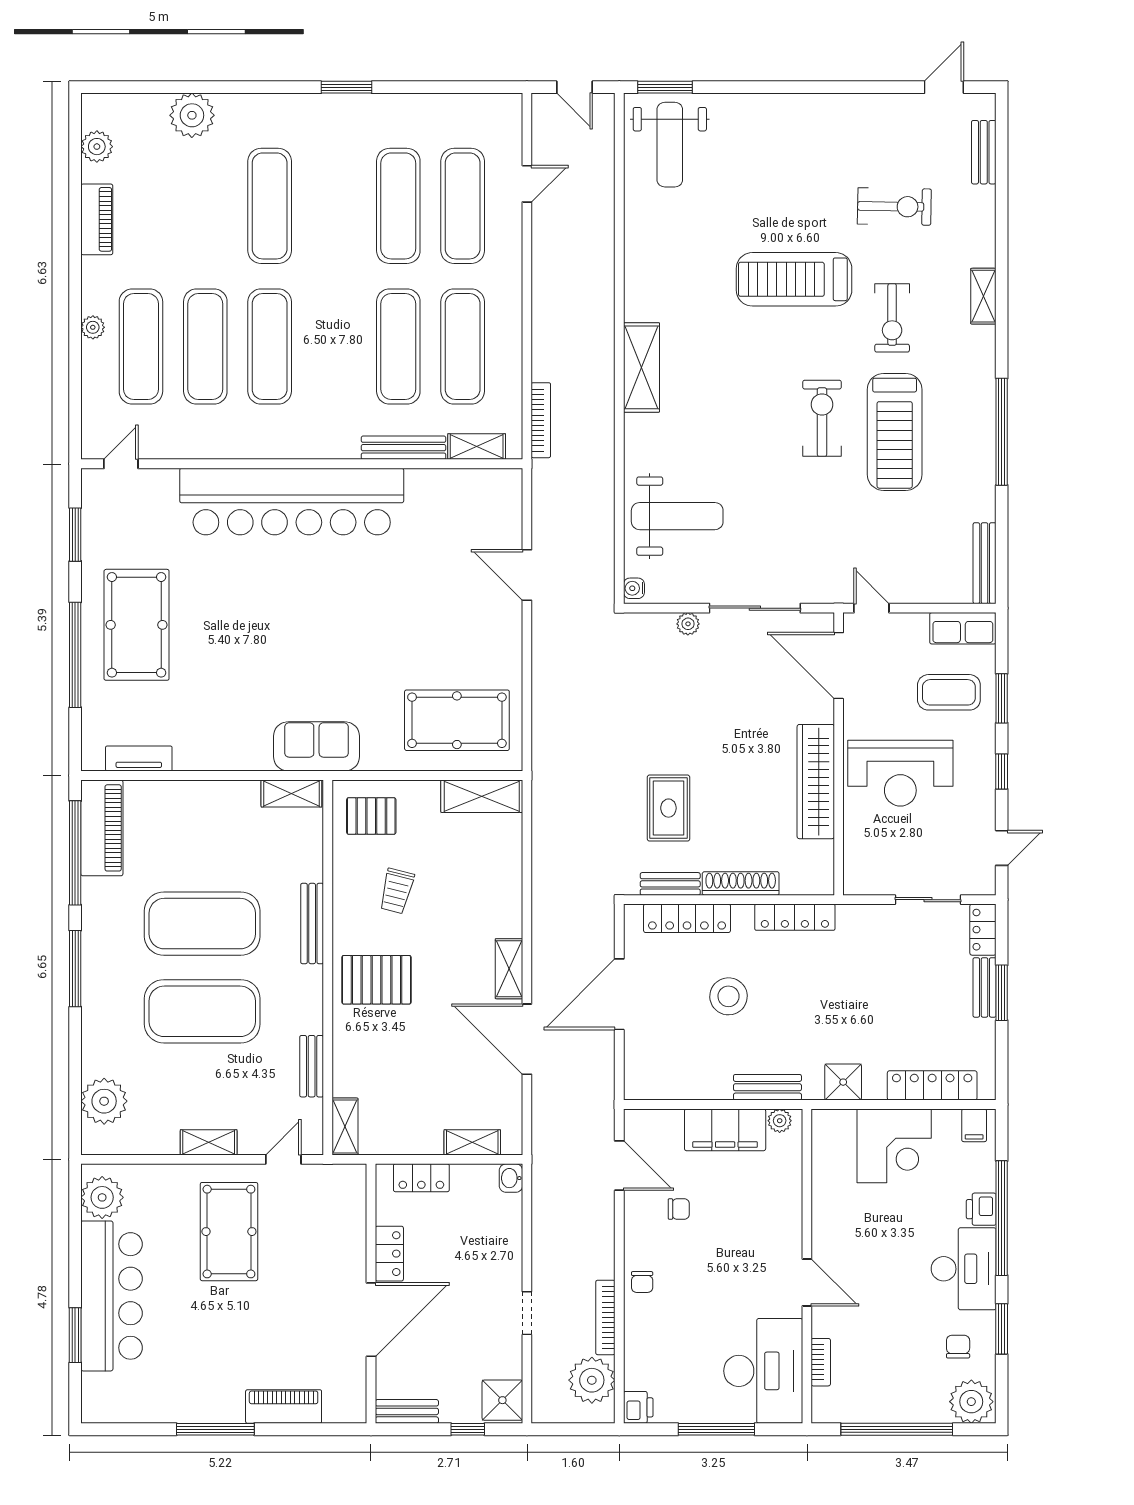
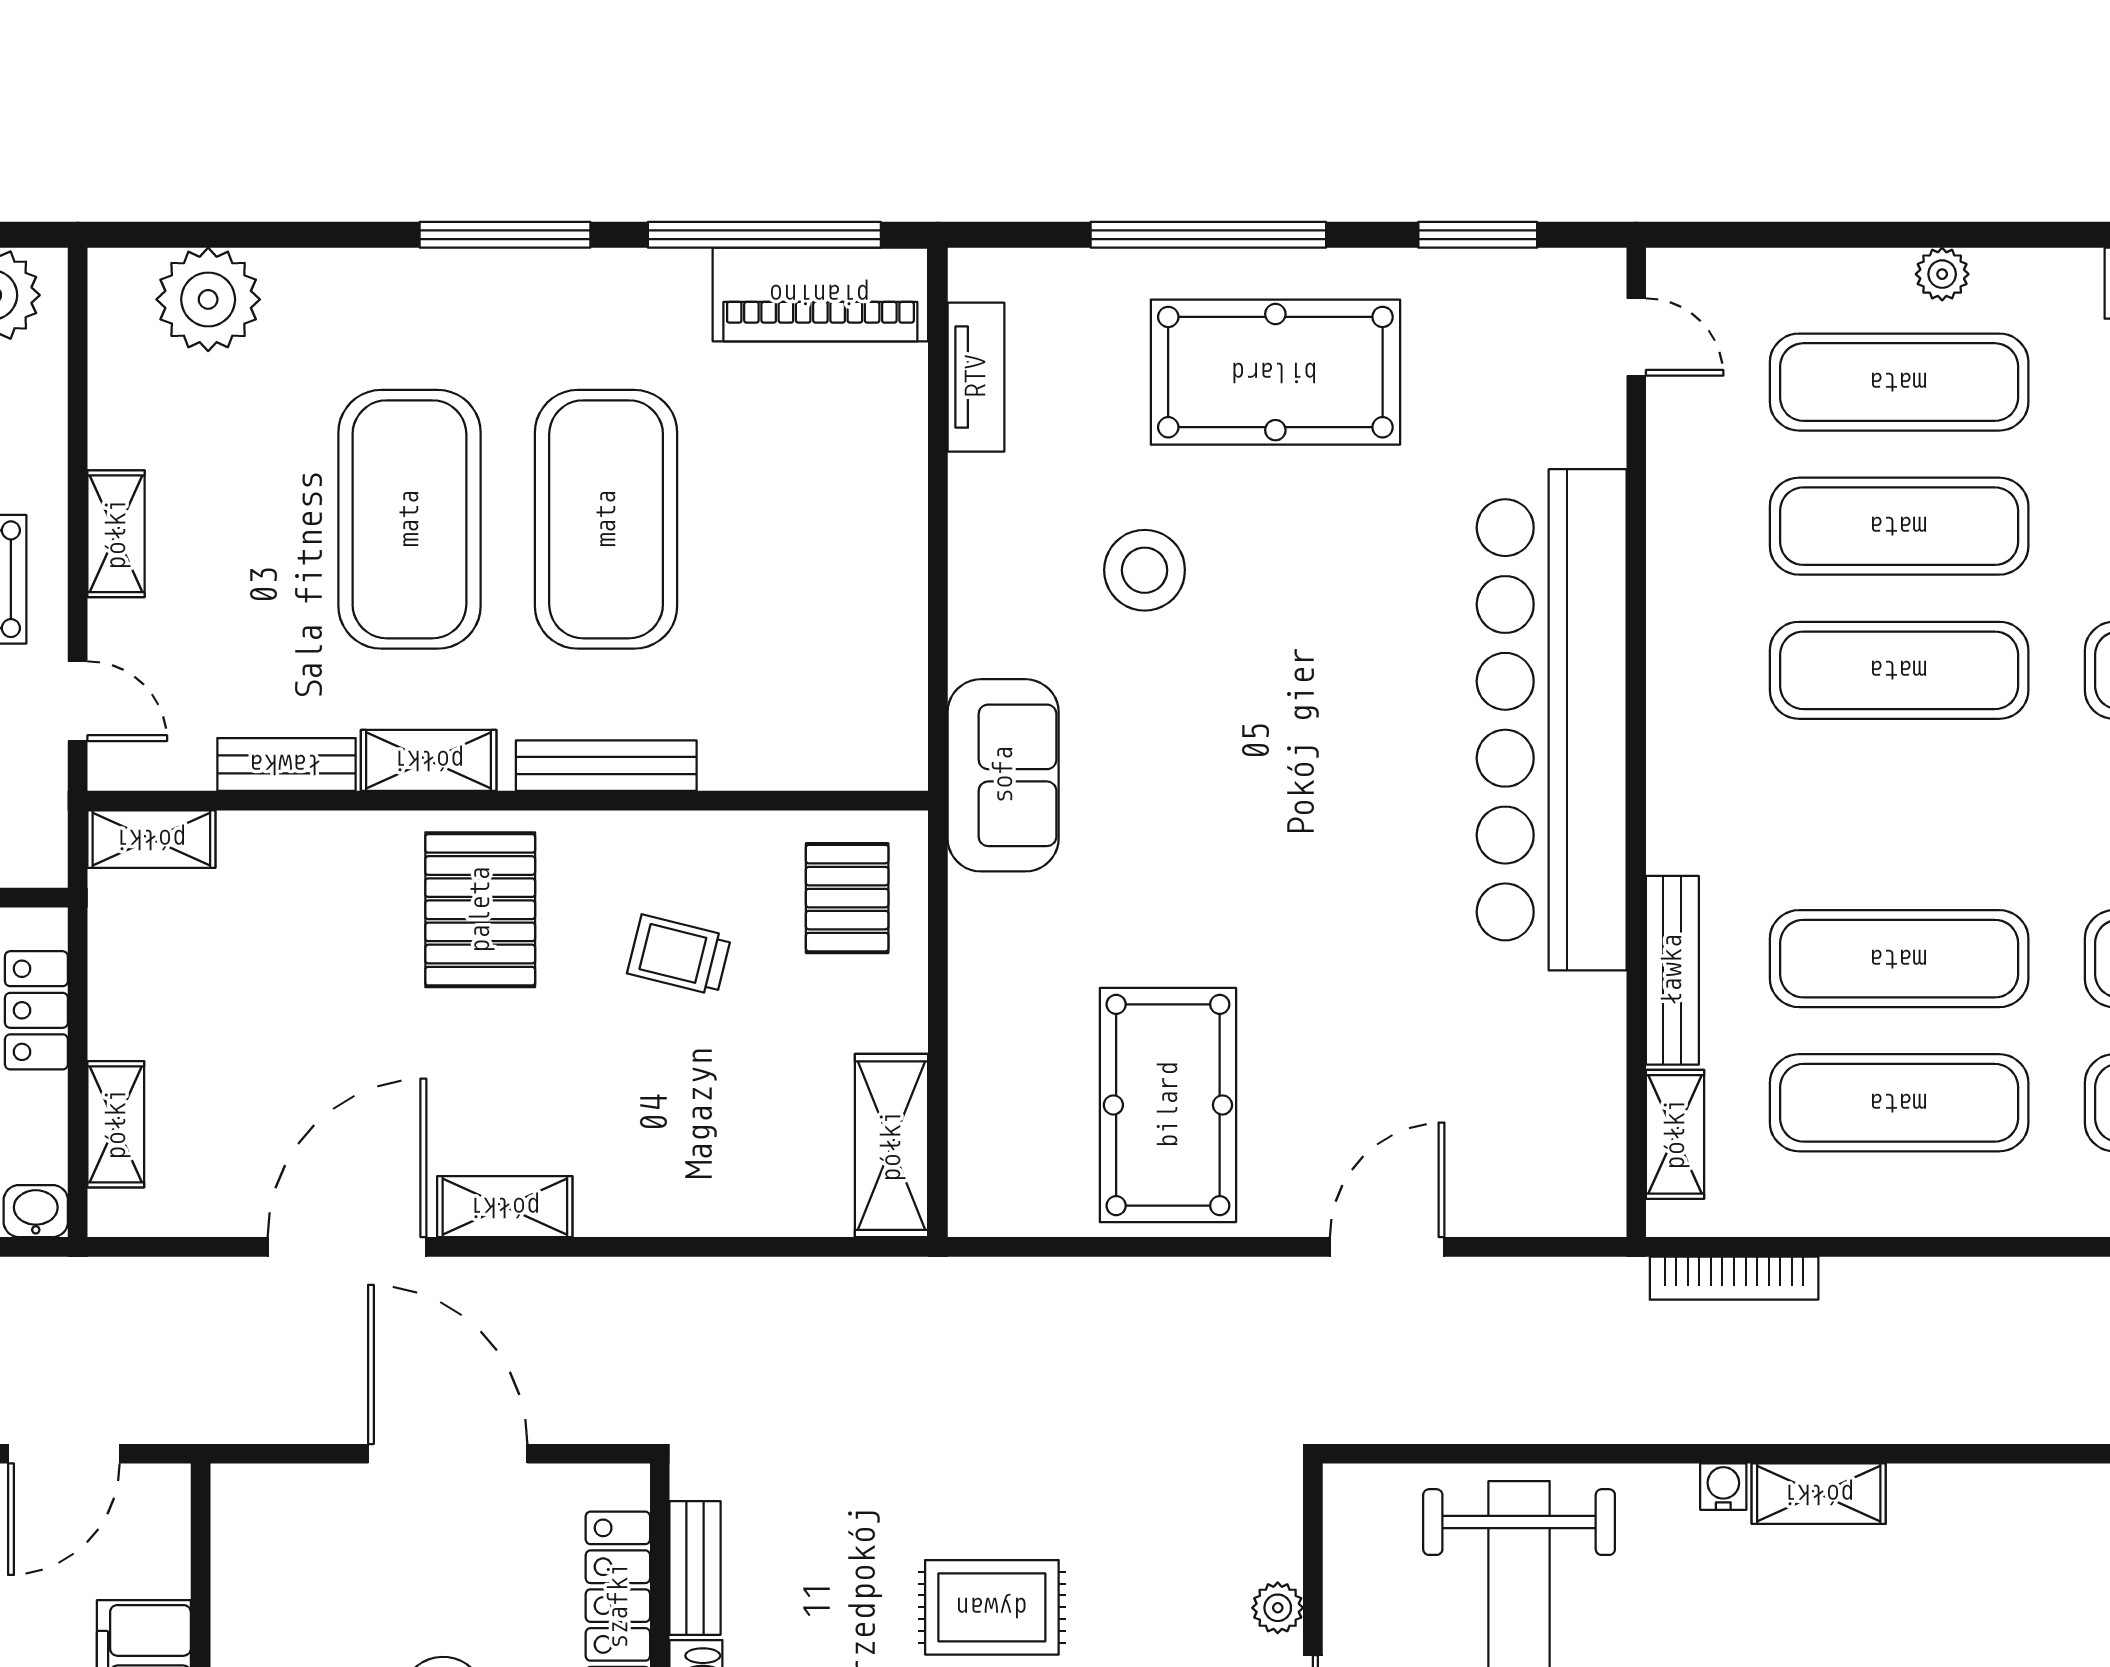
shelving: (642, 367) -> (1819, 1494), width x0.67, depth x0.75
water cooler: (634, 588) -> (1723, 1487), moved
stool: (225, 683) -> (1145, 570), added
pool table: (457, 720) -> (1168, 1105), moved
shelving: (291, 793) -> (429, 760), moved, turned 90
rug: (668, 808) -> (992, 1607), moved

